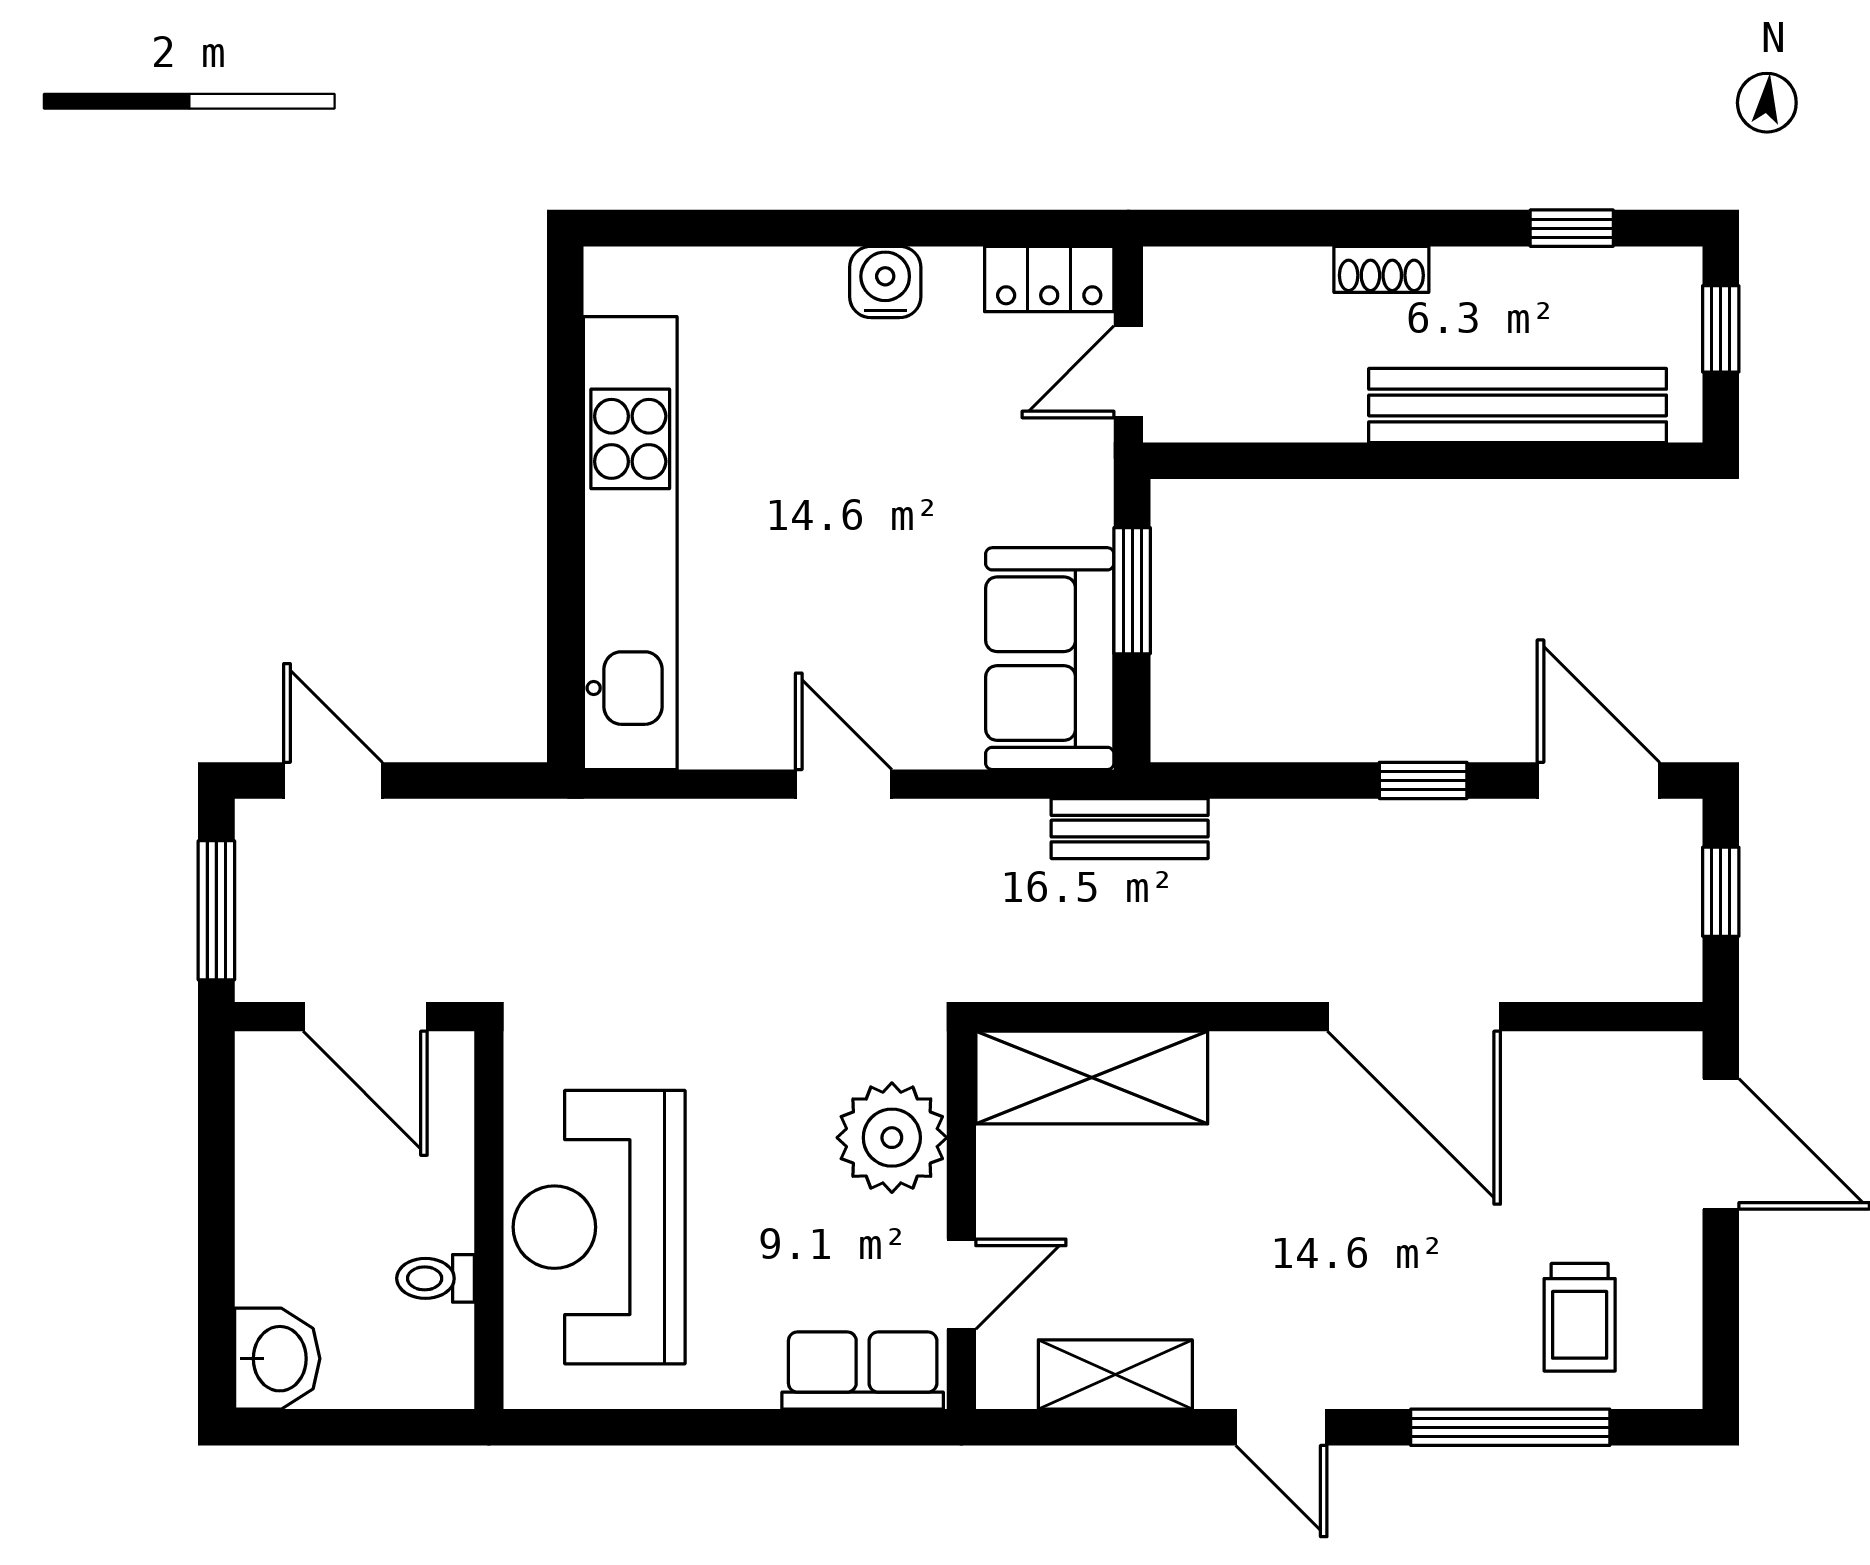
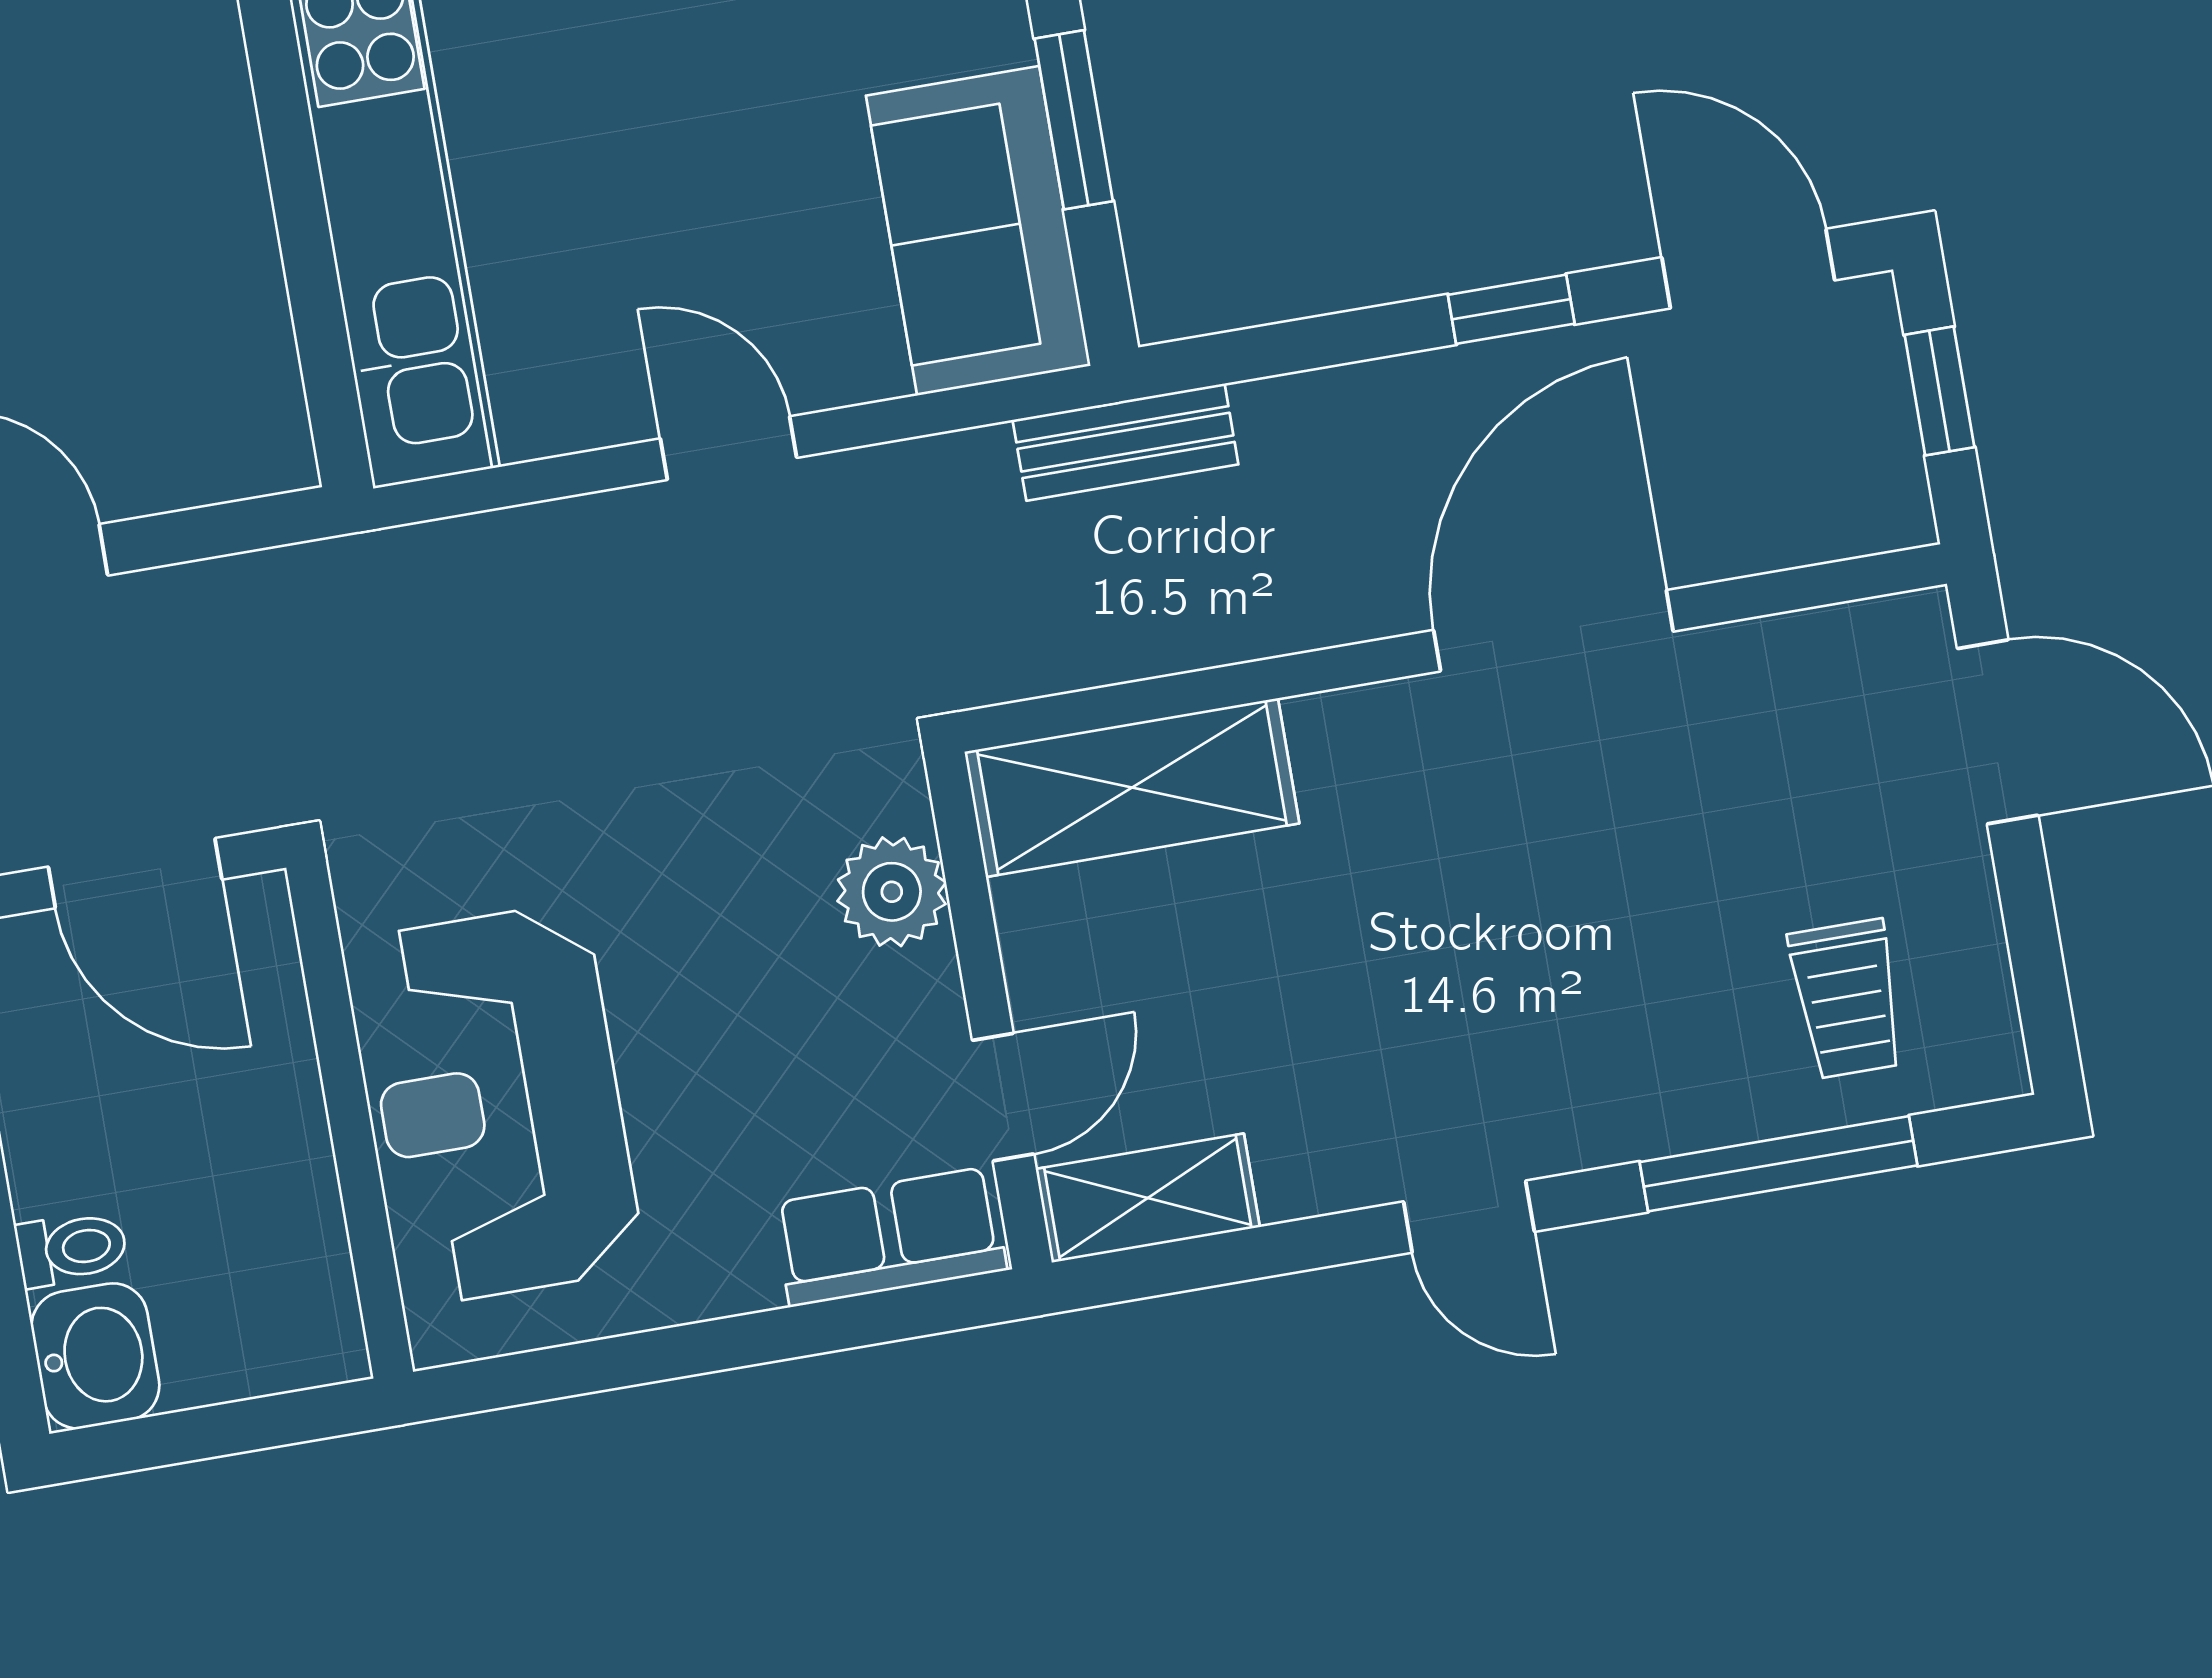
door: (1414, 1017) -> (1553, 631), swing flipped
plant: (892, 1138) -> (892, 892), width x0.73, depth x0.73
toilet: (436, 1278) -> (72, 1249), moved, turned 180
shelving: (1115, 1374) -> (1148, 1198), moved

